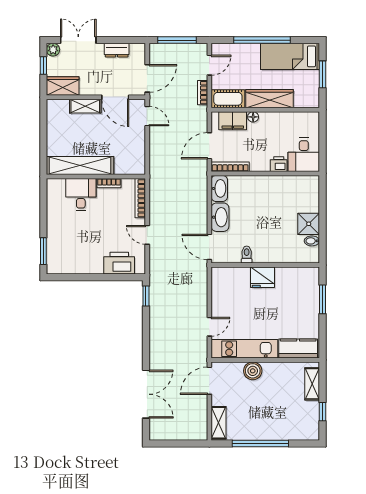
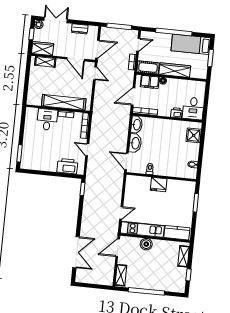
shelving: (85, 106) -> (45, 62), moved
shelving: (80, 165) -> (64, 102), moved
shower: (309, 224) -> (194, 135), moved

